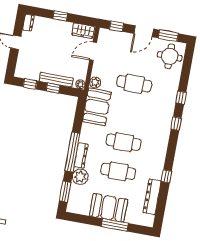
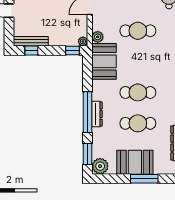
bench: (56, 80) -> (31, 41), moved
window: (53, 88) -> (72, 51), moved
plant: (80, 177) -> (100, 166), moved

